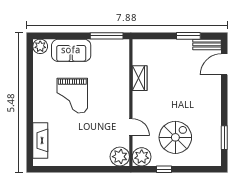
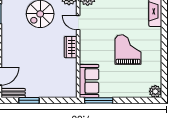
sofa: (71, 50) -> (89, 81), moved, turned 90
wardrobe: (140, 78) -> (71, 47), moved

